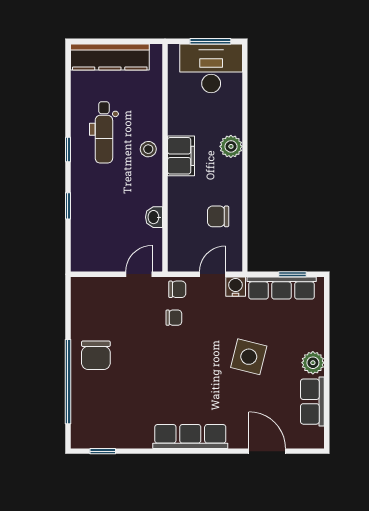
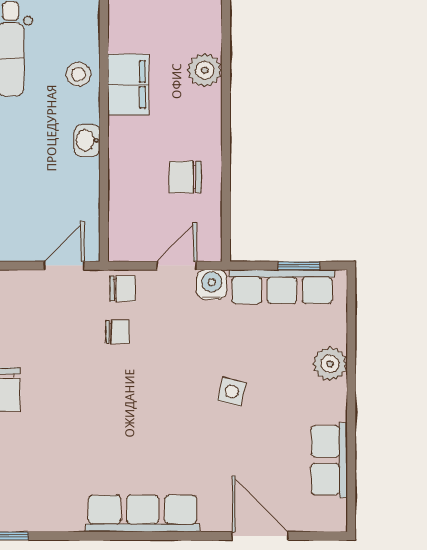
washbasin: (154, 217) -> (87, 141), moved
side table: (249, 357) -> (232, 392), width x0.54, depth x0.54
plant: (313, 363) -> (330, 364), moved

